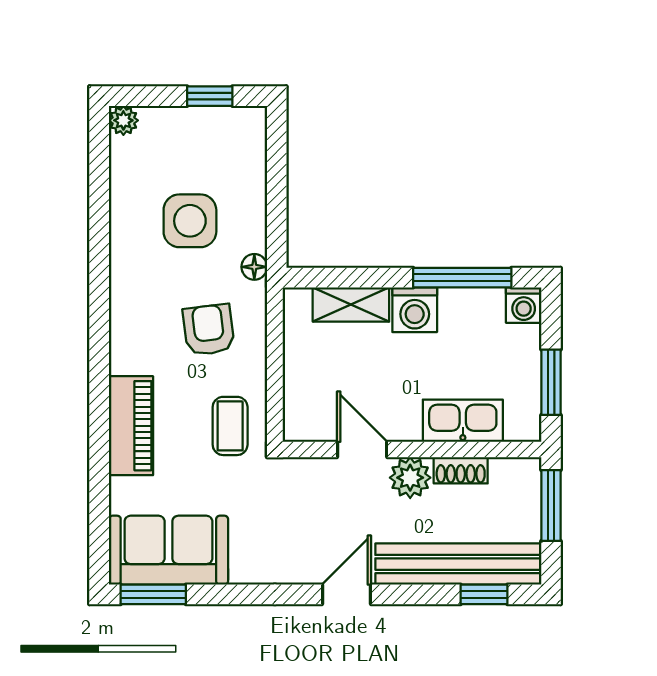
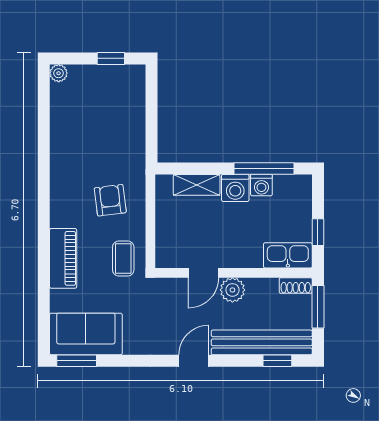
side table: (190, 221) -> (99, 134), removed
floor lamp: (254, 267) -> (138, 162), removed
washing machine: (524, 305) -> (261, 185), moved
window: (551, 382) -> (318, 232), width x0.67
kitchen sink: (463, 421) -> (288, 255), moved
door: (362, 450) -> (203, 273), swing flipped
shoe rack: (461, 470) -> (296, 286), moved

